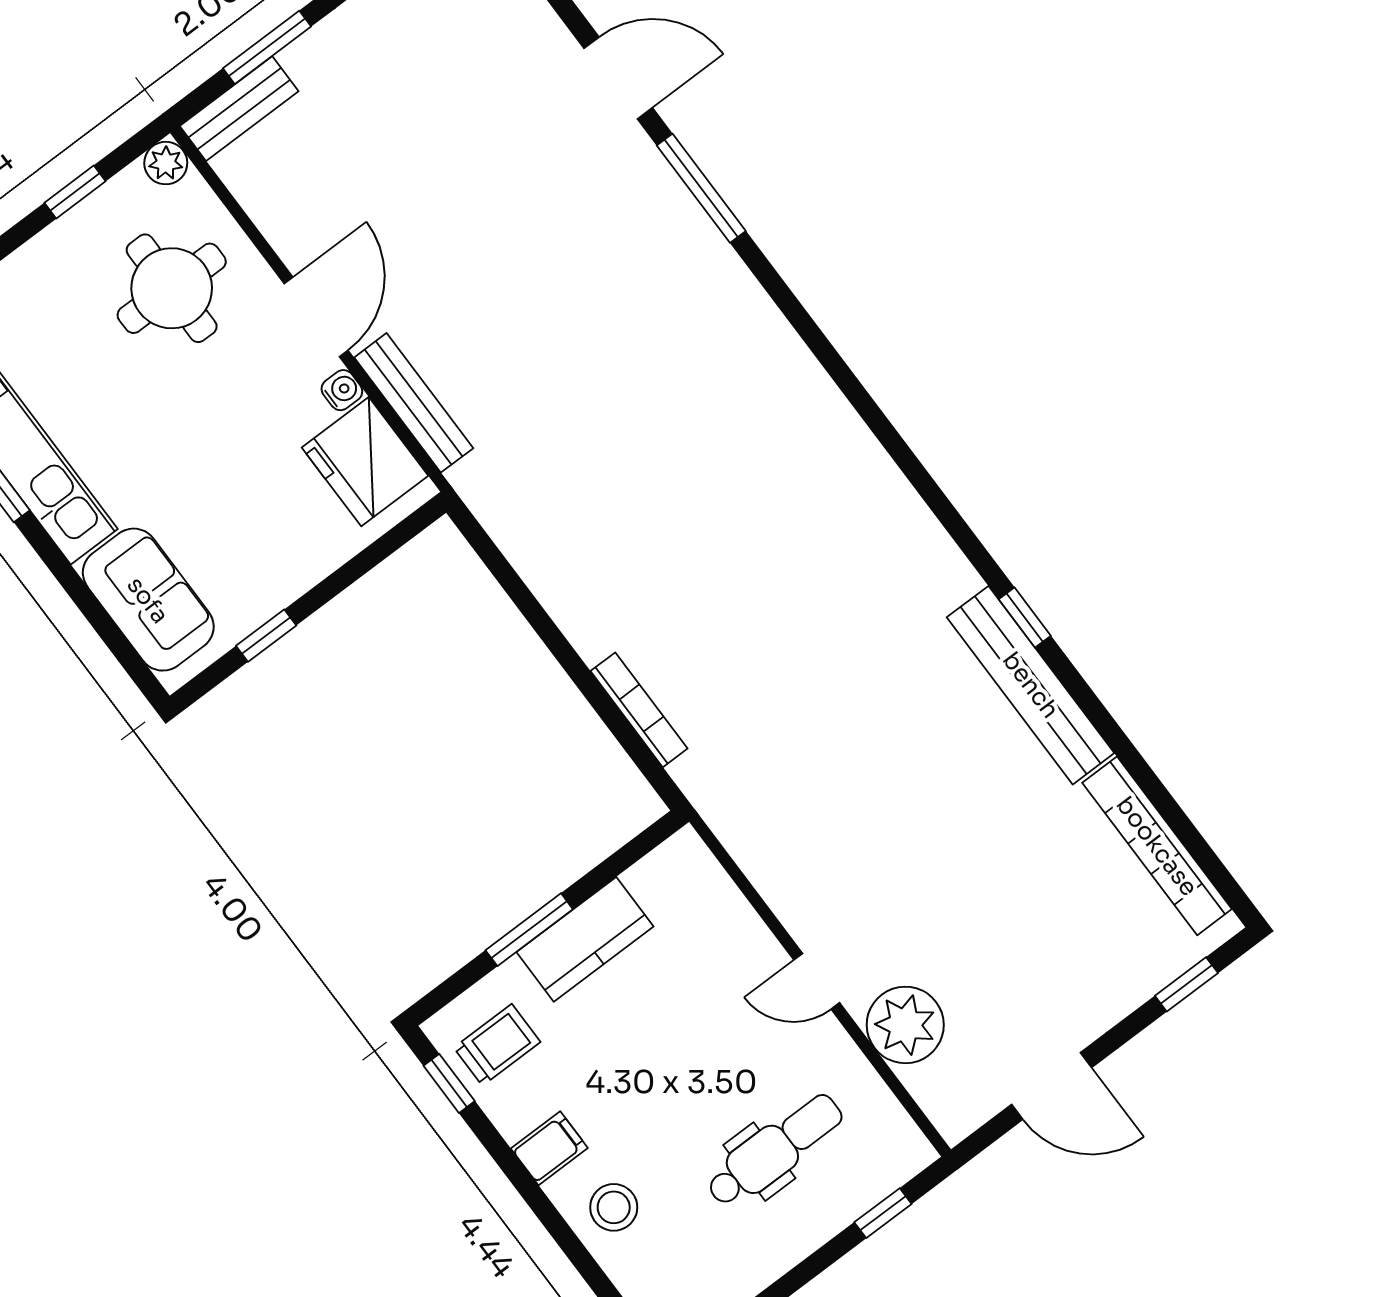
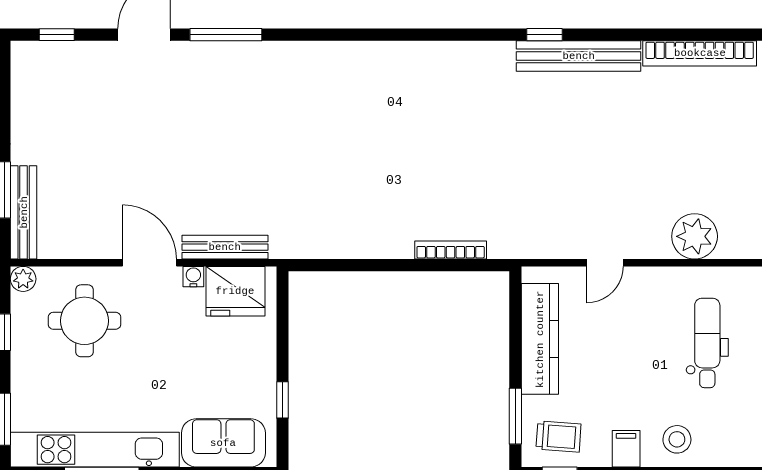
bench: (239, 109) -> (24, 212), width x1.36
window: (529, 930) -> (515, 416), moved
kitchen counter: (585, 939) -> (540, 339), width x1.50
door: (817, 981) -> (605, 263), moved
trolley: (497, 1045) -> (558, 437), turned 94

